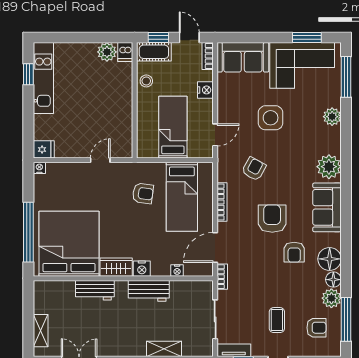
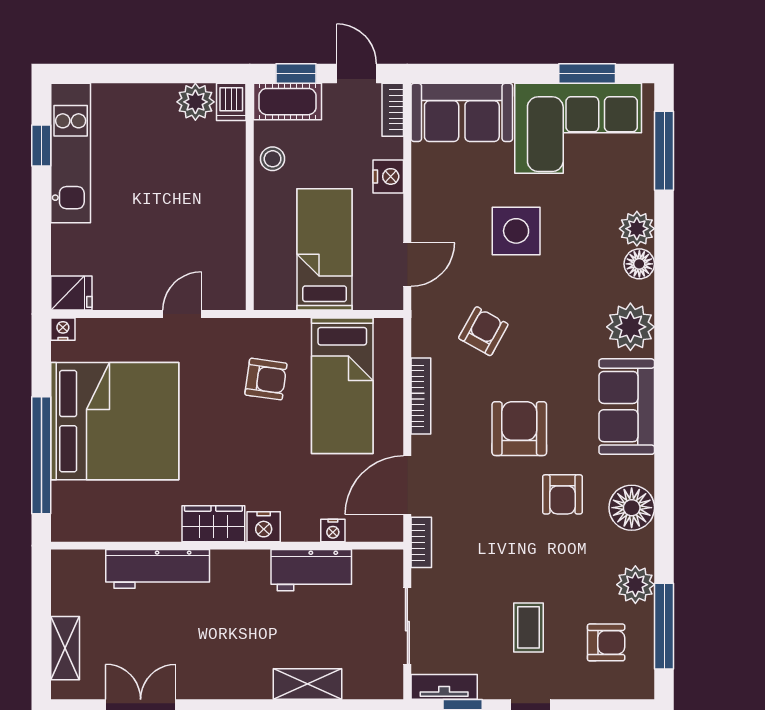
bed: (69, 244) -> (115, 421), moved, turned 90
floor lamp: (333, 280) -> (639, 264), moved
workbench: (95, 290) -> (158, 569), width x1.38
workbench: (149, 291) -> (311, 570), moved

